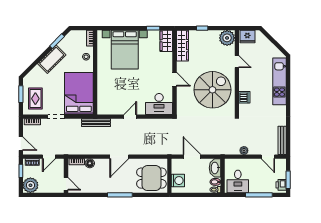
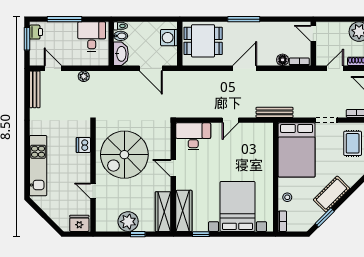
plant: (227, 38) -> (128, 222), moved
wardrobe: (166, 41) -> (184, 211), width x1.50

